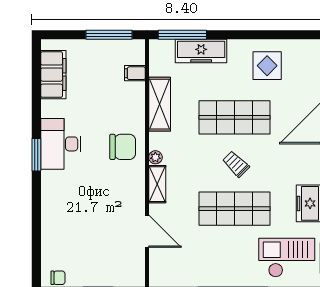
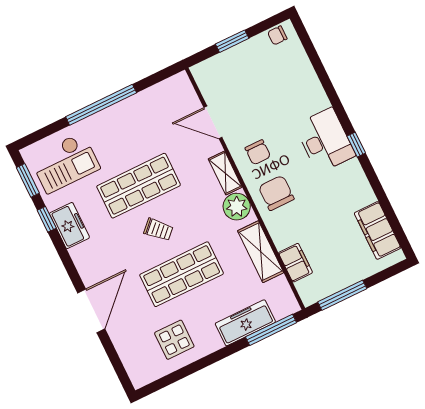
filing cabinet: (135, 73) -> (295, 263), width x2.00
desk: (61, 144) -> (325, 140), moved
chair: (123, 147) -> (276, 193), turned 90
window: (36, 155) -> (356, 145), width x0.67
plant: (155, 157) -> (237, 207), width x1.88, depth x1.88
chair: (122, 188) -> (258, 152), added

